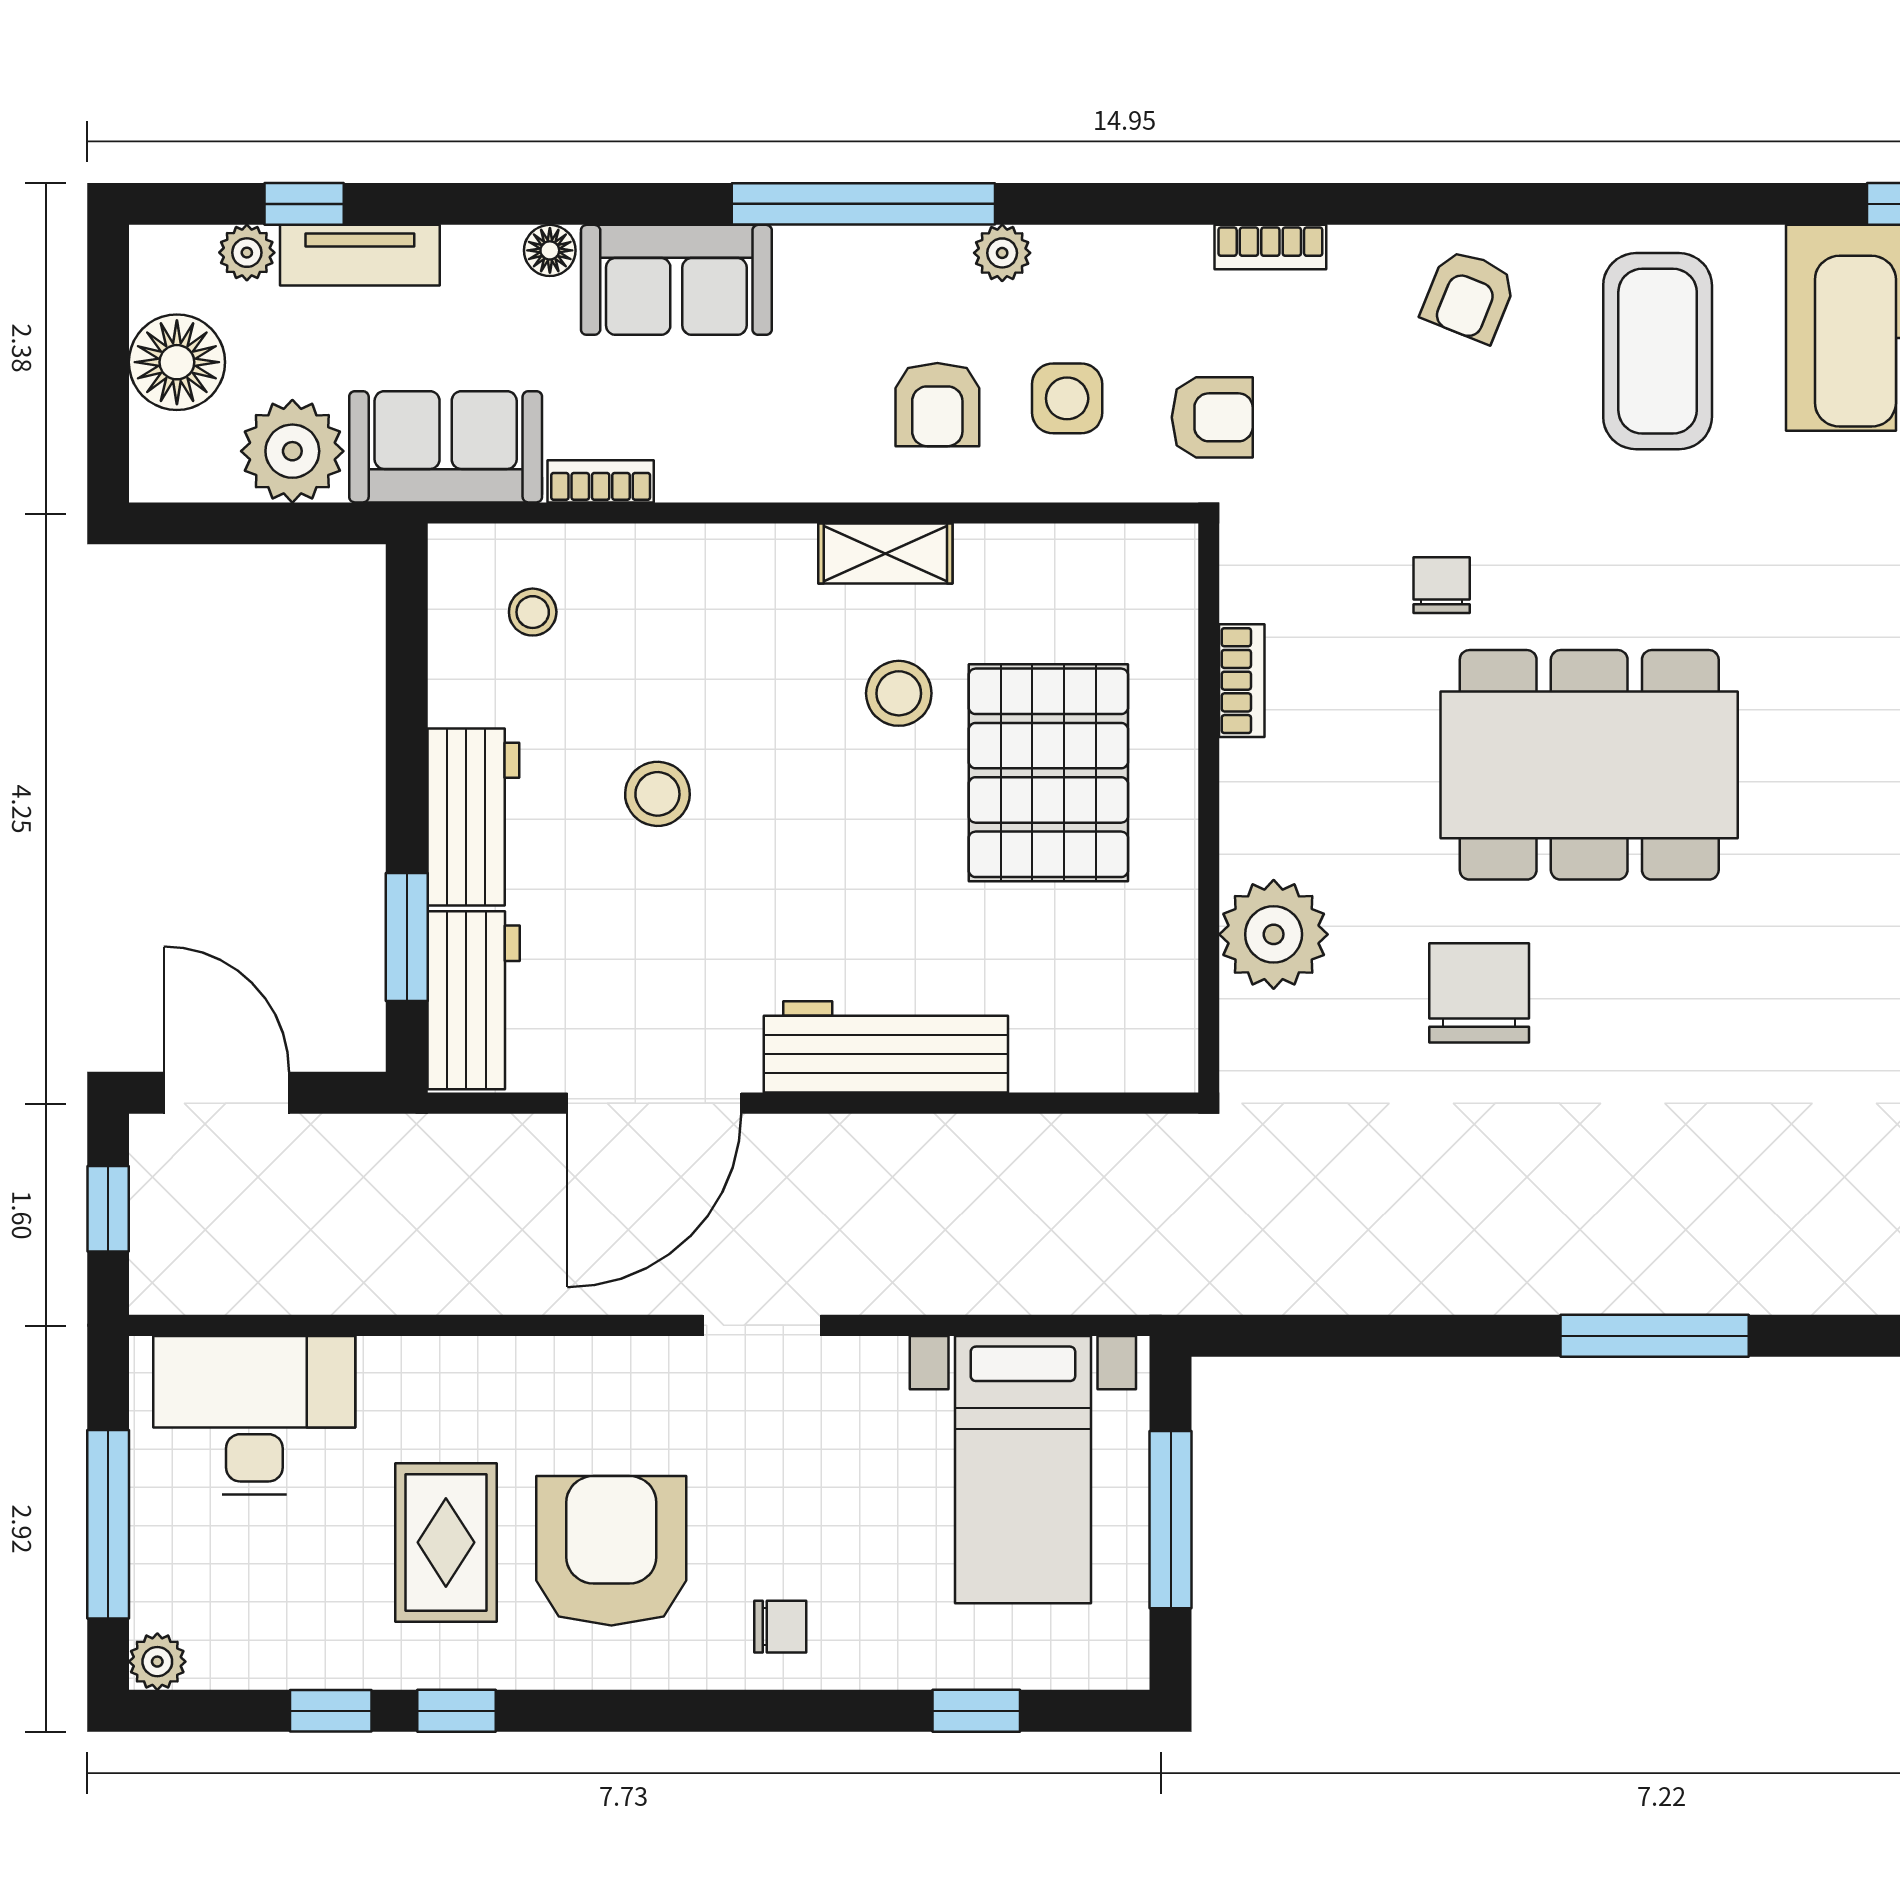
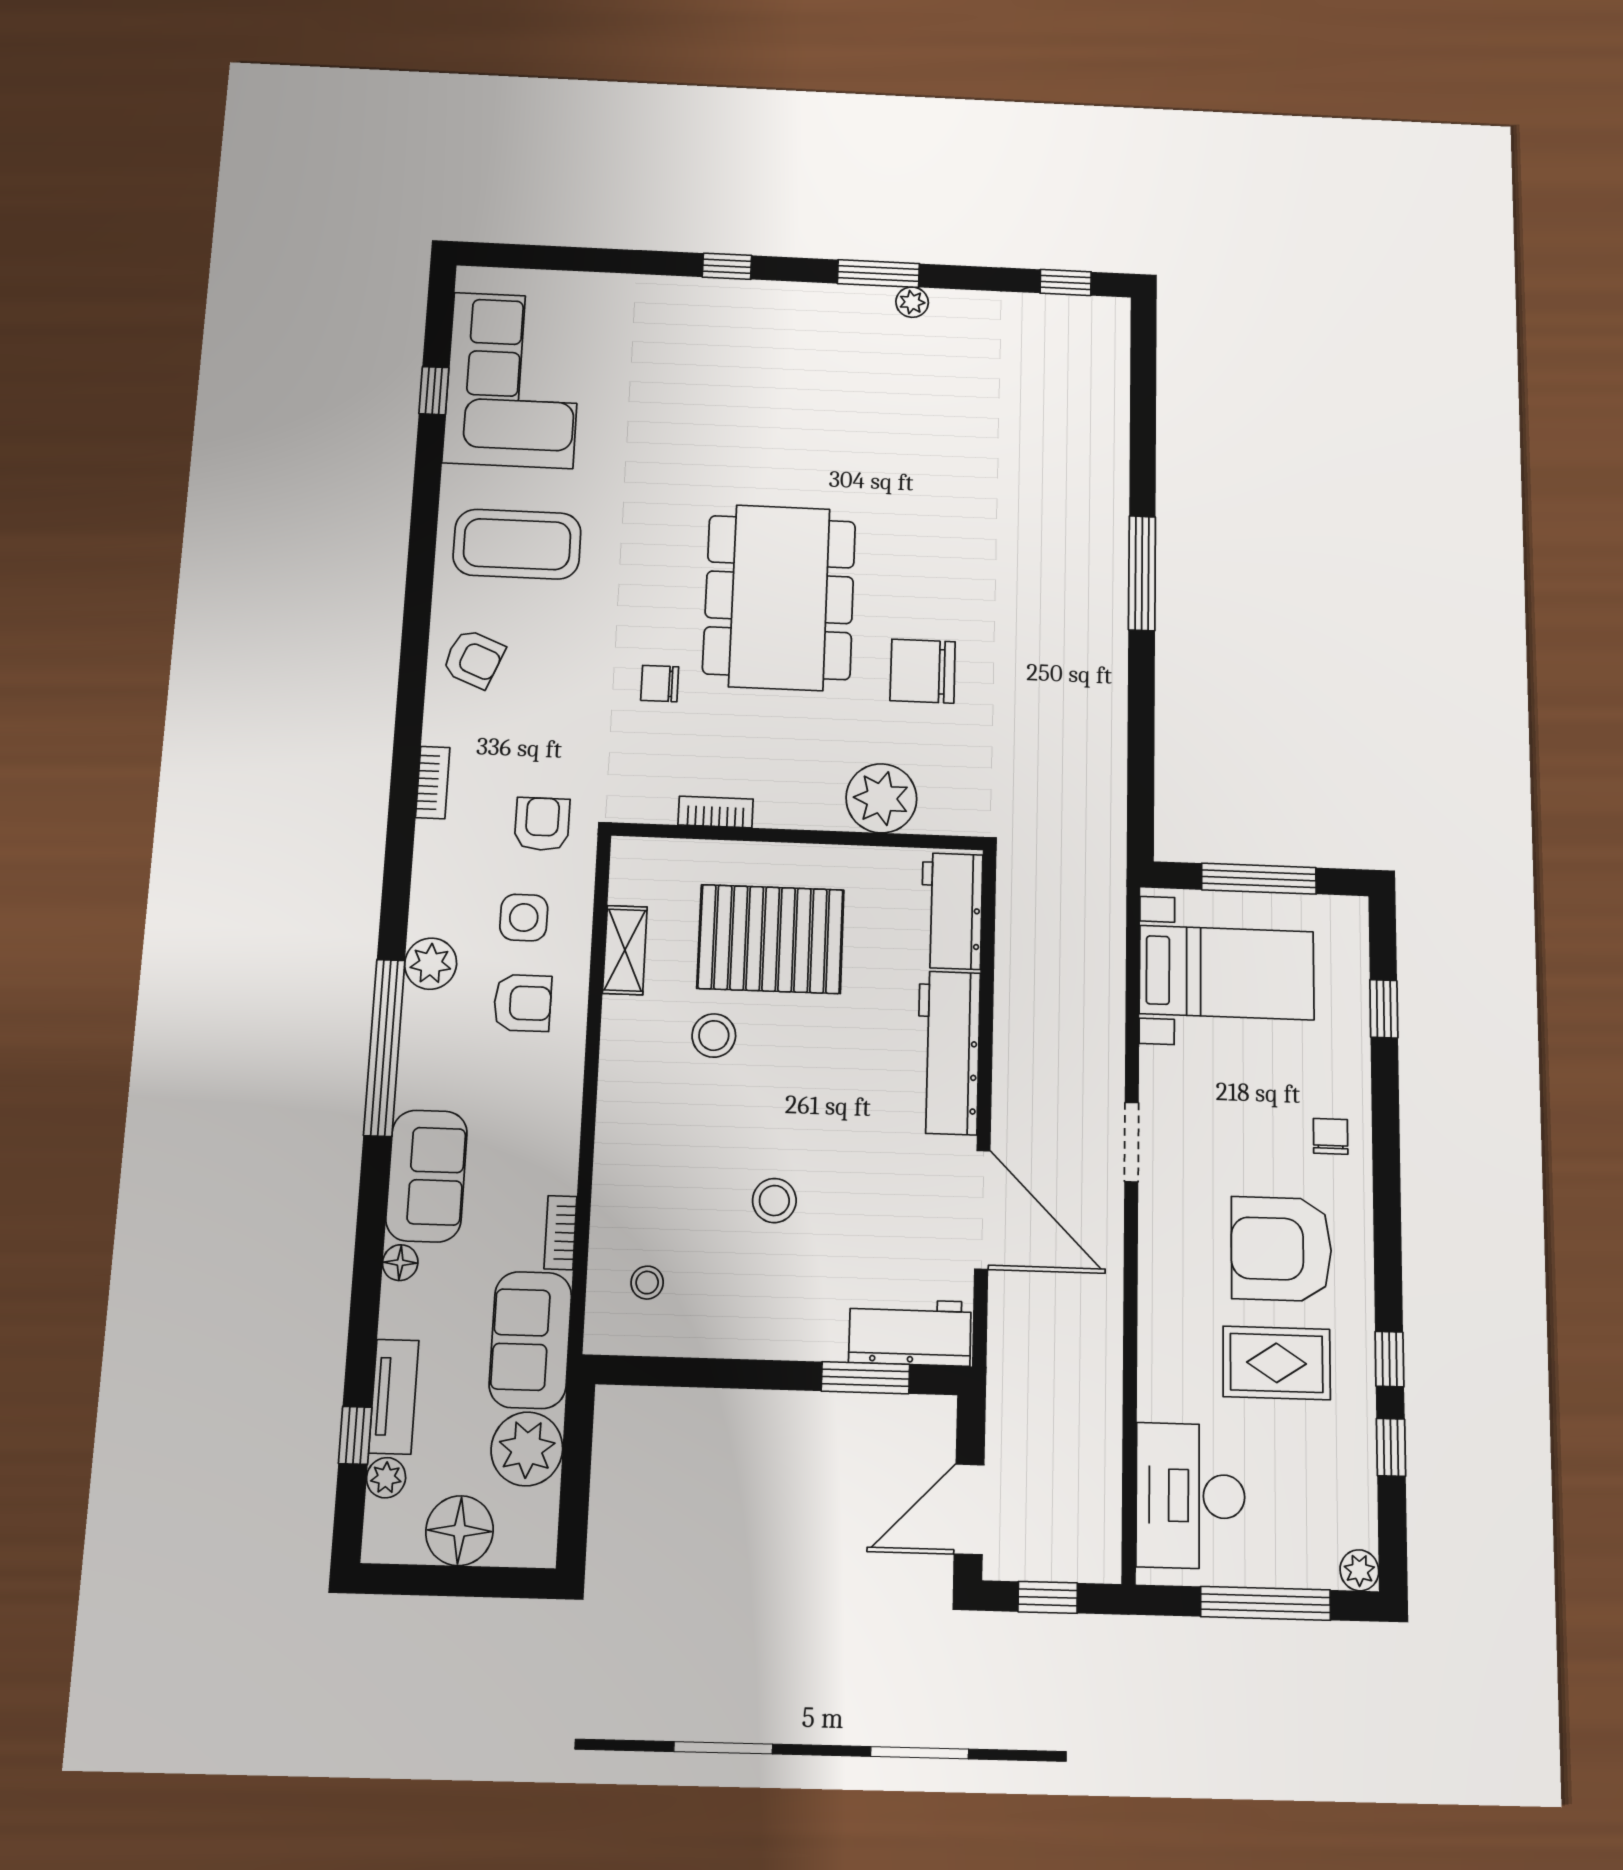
plant: (1002, 253) -> (431, 964), width x1.38, depth x1.38
shelving: (885, 554) -> (625, 950), moved
workbench: (473, 817) -> (952, 911), moved, turned -90

